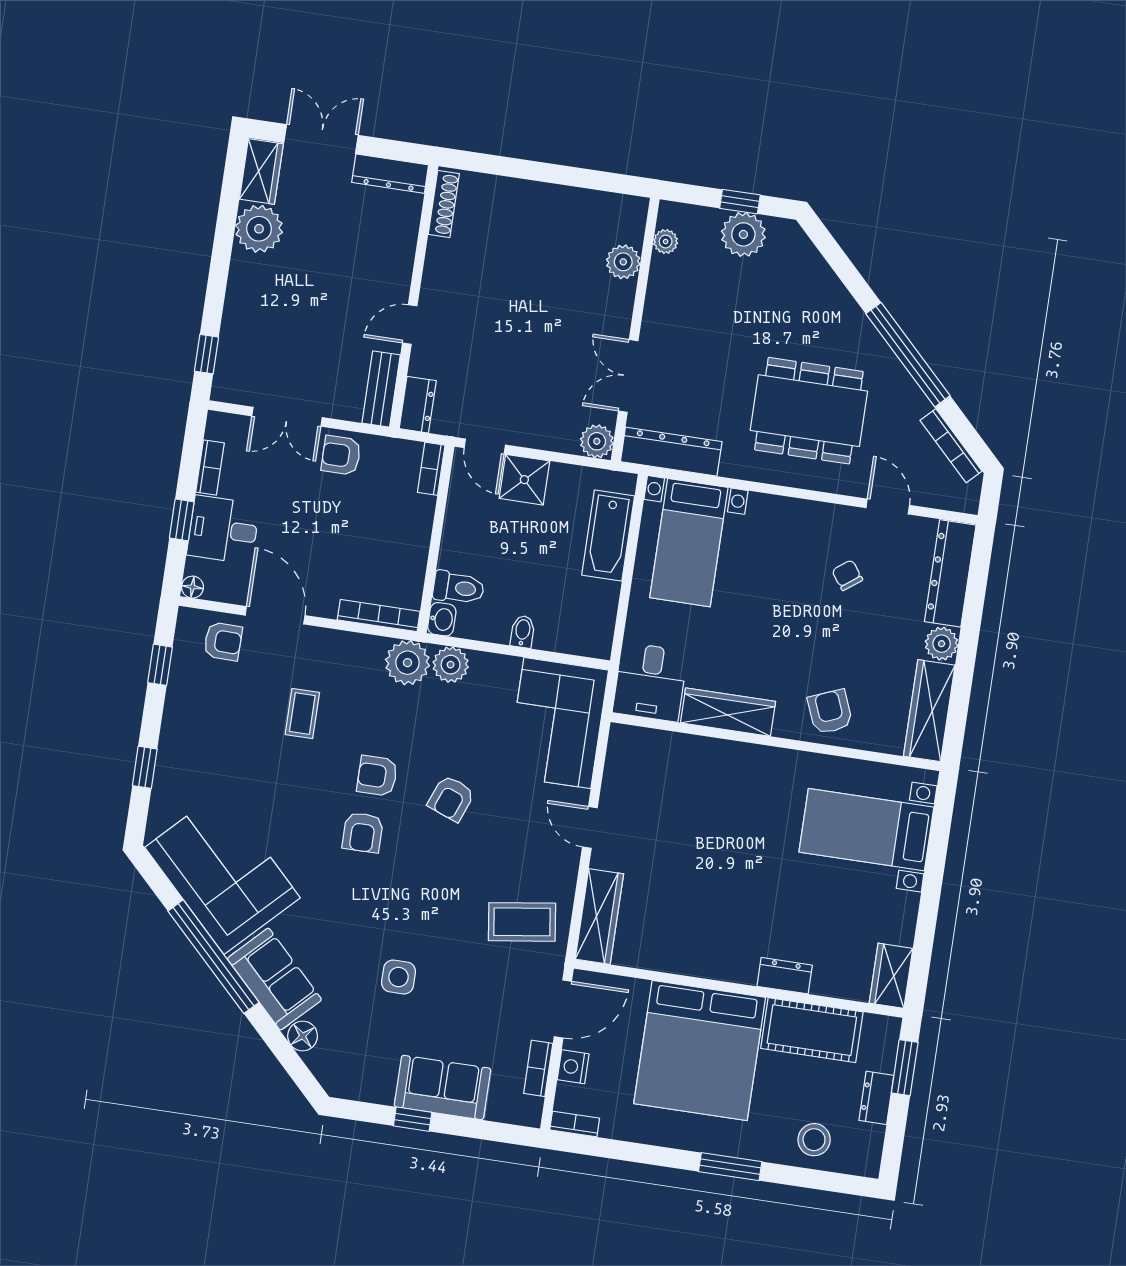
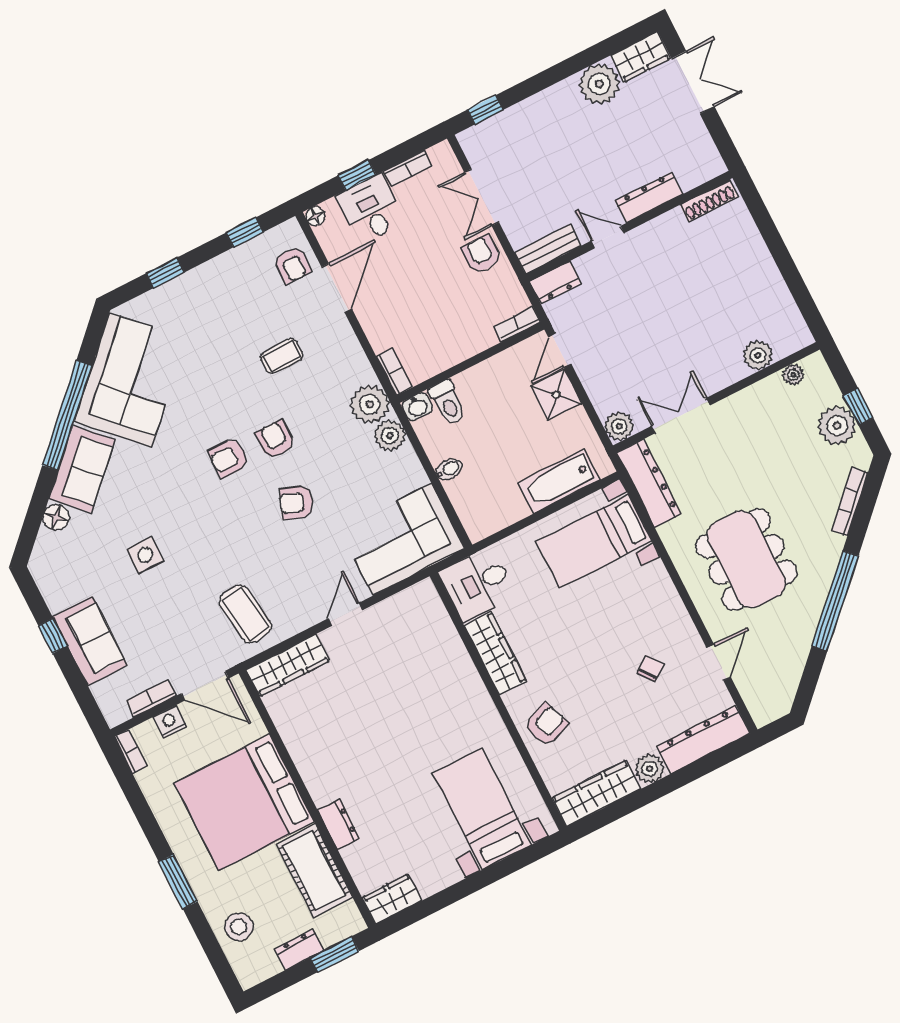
dresser: (390, 174) -> (649, 197), moved, turned 90
bookcase: (951, 446) -> (850, 502), moved
bookcase: (379, 616) -> (394, 372), width x0.64

